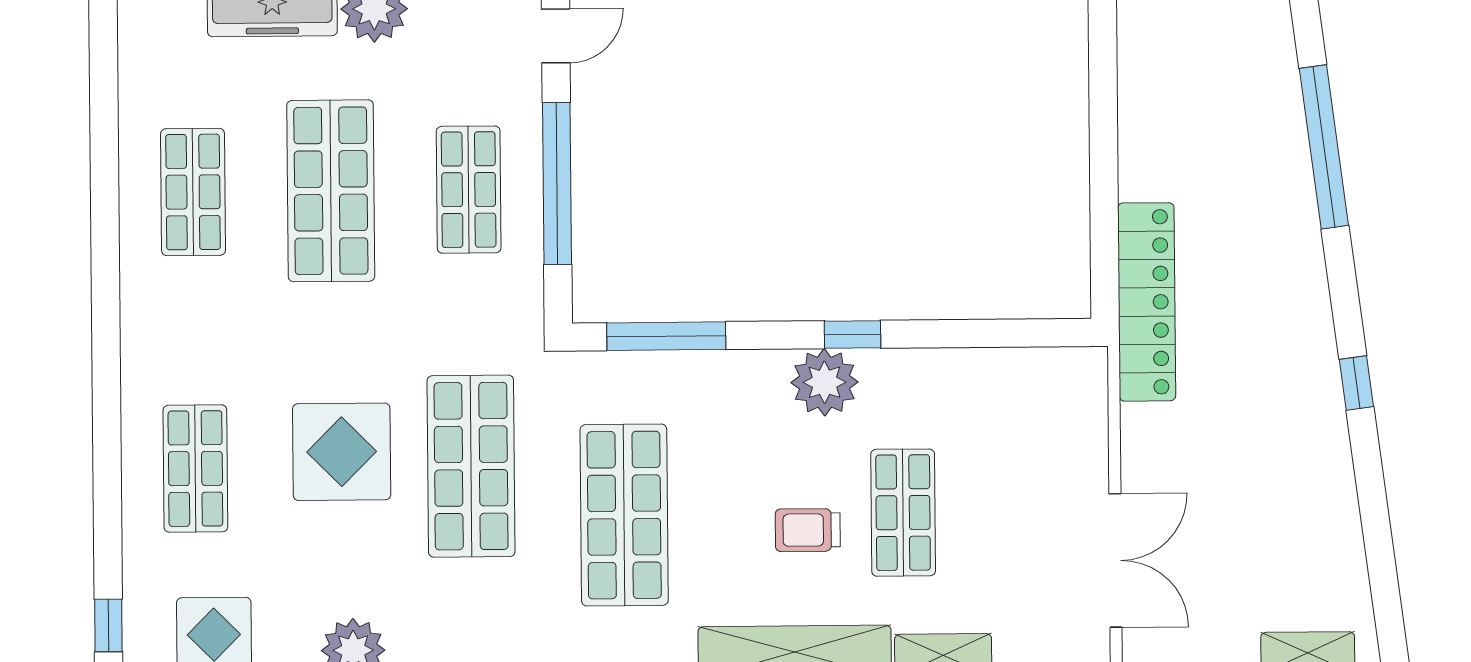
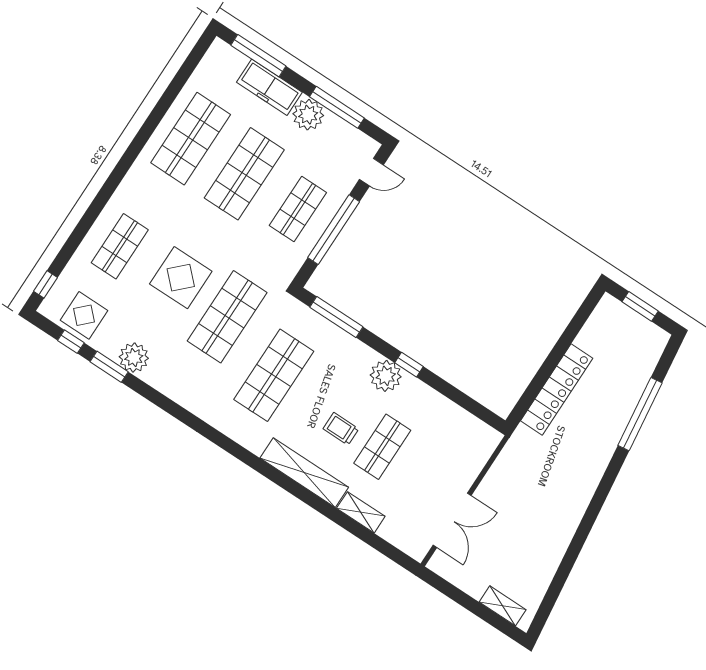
shop shelf: (193, 192) -> (191, 139), width x1.43, depth x1.36
locker: (1147, 302) -> (557, 390), moved
window: (1356, 383) -> (591, 514), removed

